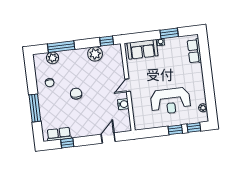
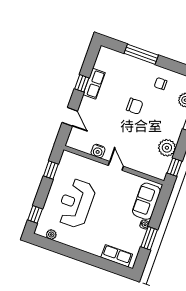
window: (175, 130) -> (51, 170), moved
row of seats: (59, 134) -> (94, 84), moved
window: (67, 143) -> (82, 83), moved

